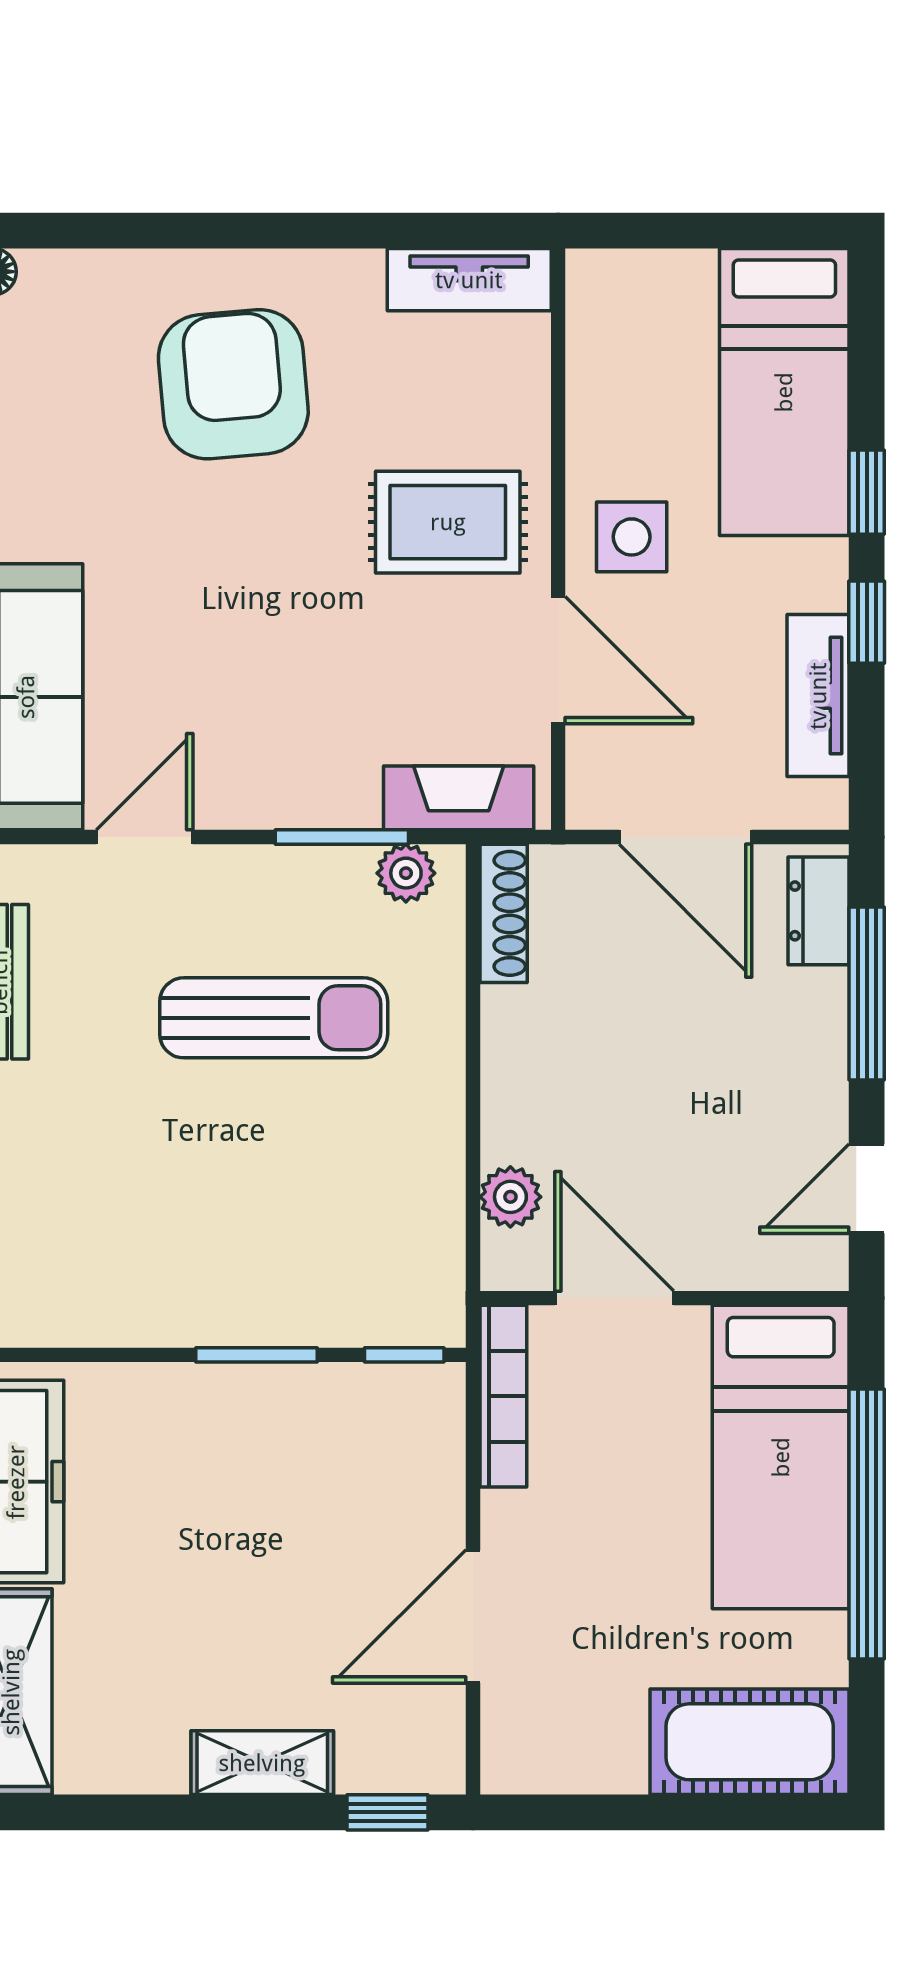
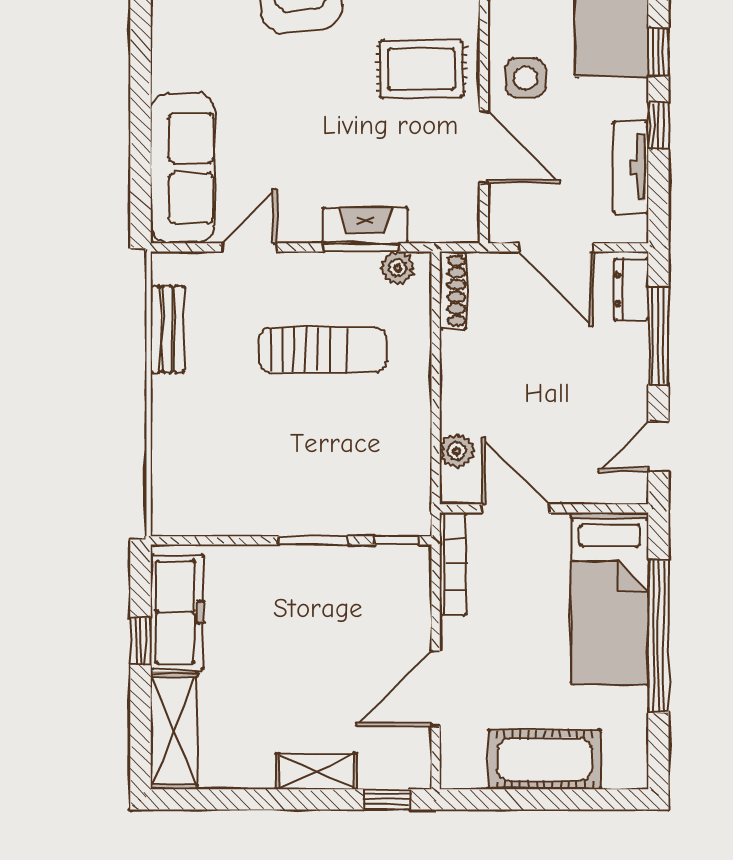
fireplace: (459, 798) -> (365, 225), moved
cot: (750, 1742) -> (545, 759), moved

